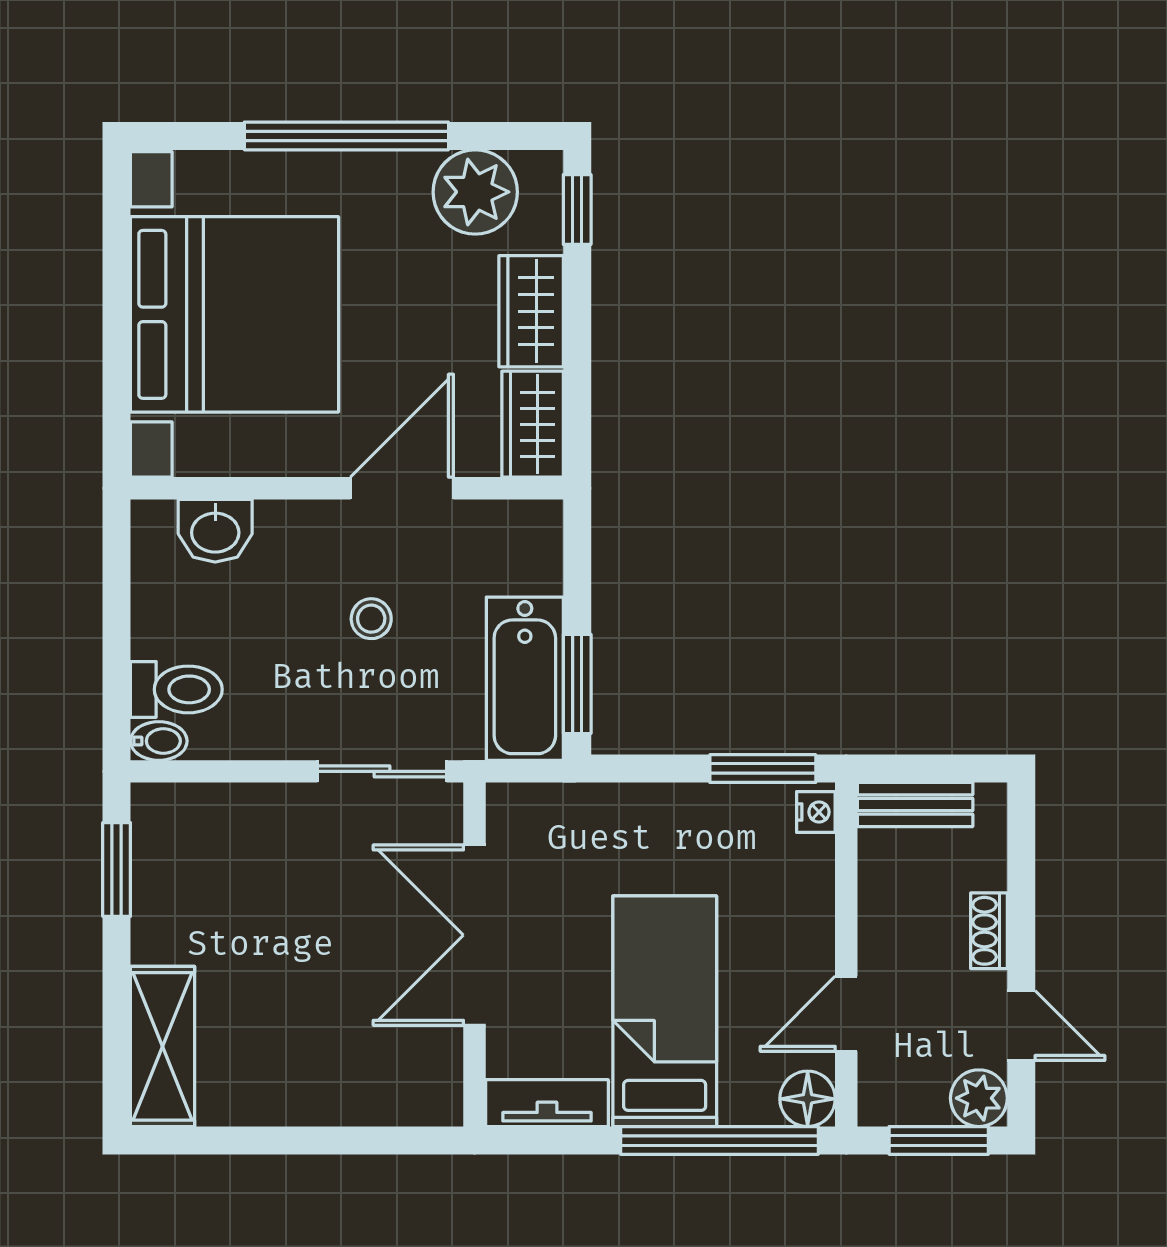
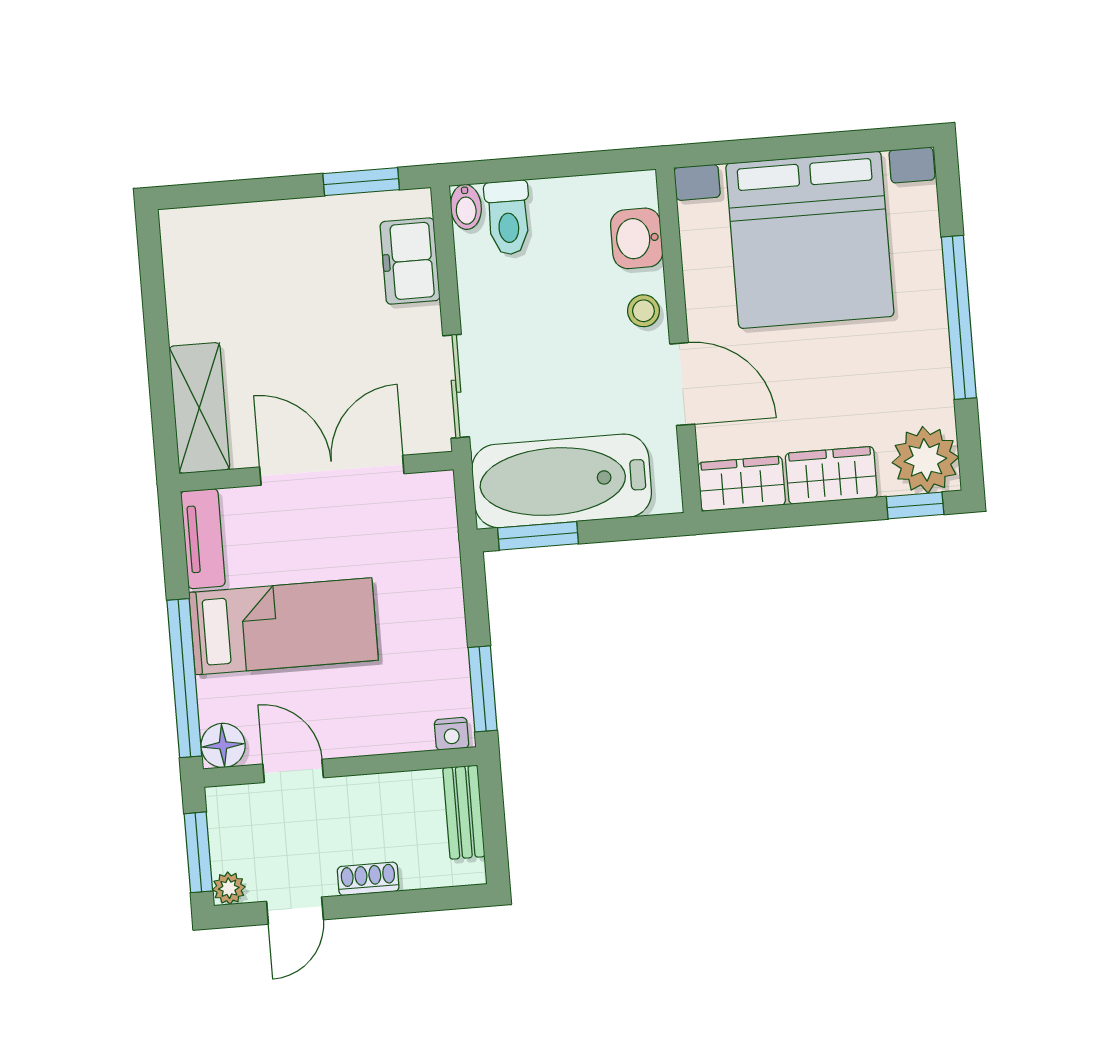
plant: (475, 192) -> (925, 460), moved
stool: (371, 619) -> (643, 311), moved
bathtub: (525, 679) -> (562, 481), width x1.36, depth x1.36
freezer: (221, 816) -> (410, 261), added
shelving: (162, 1046) -> (199, 408), moved, turned 90
plant: (979, 1098) -> (229, 888), width x0.73, depth x0.73

